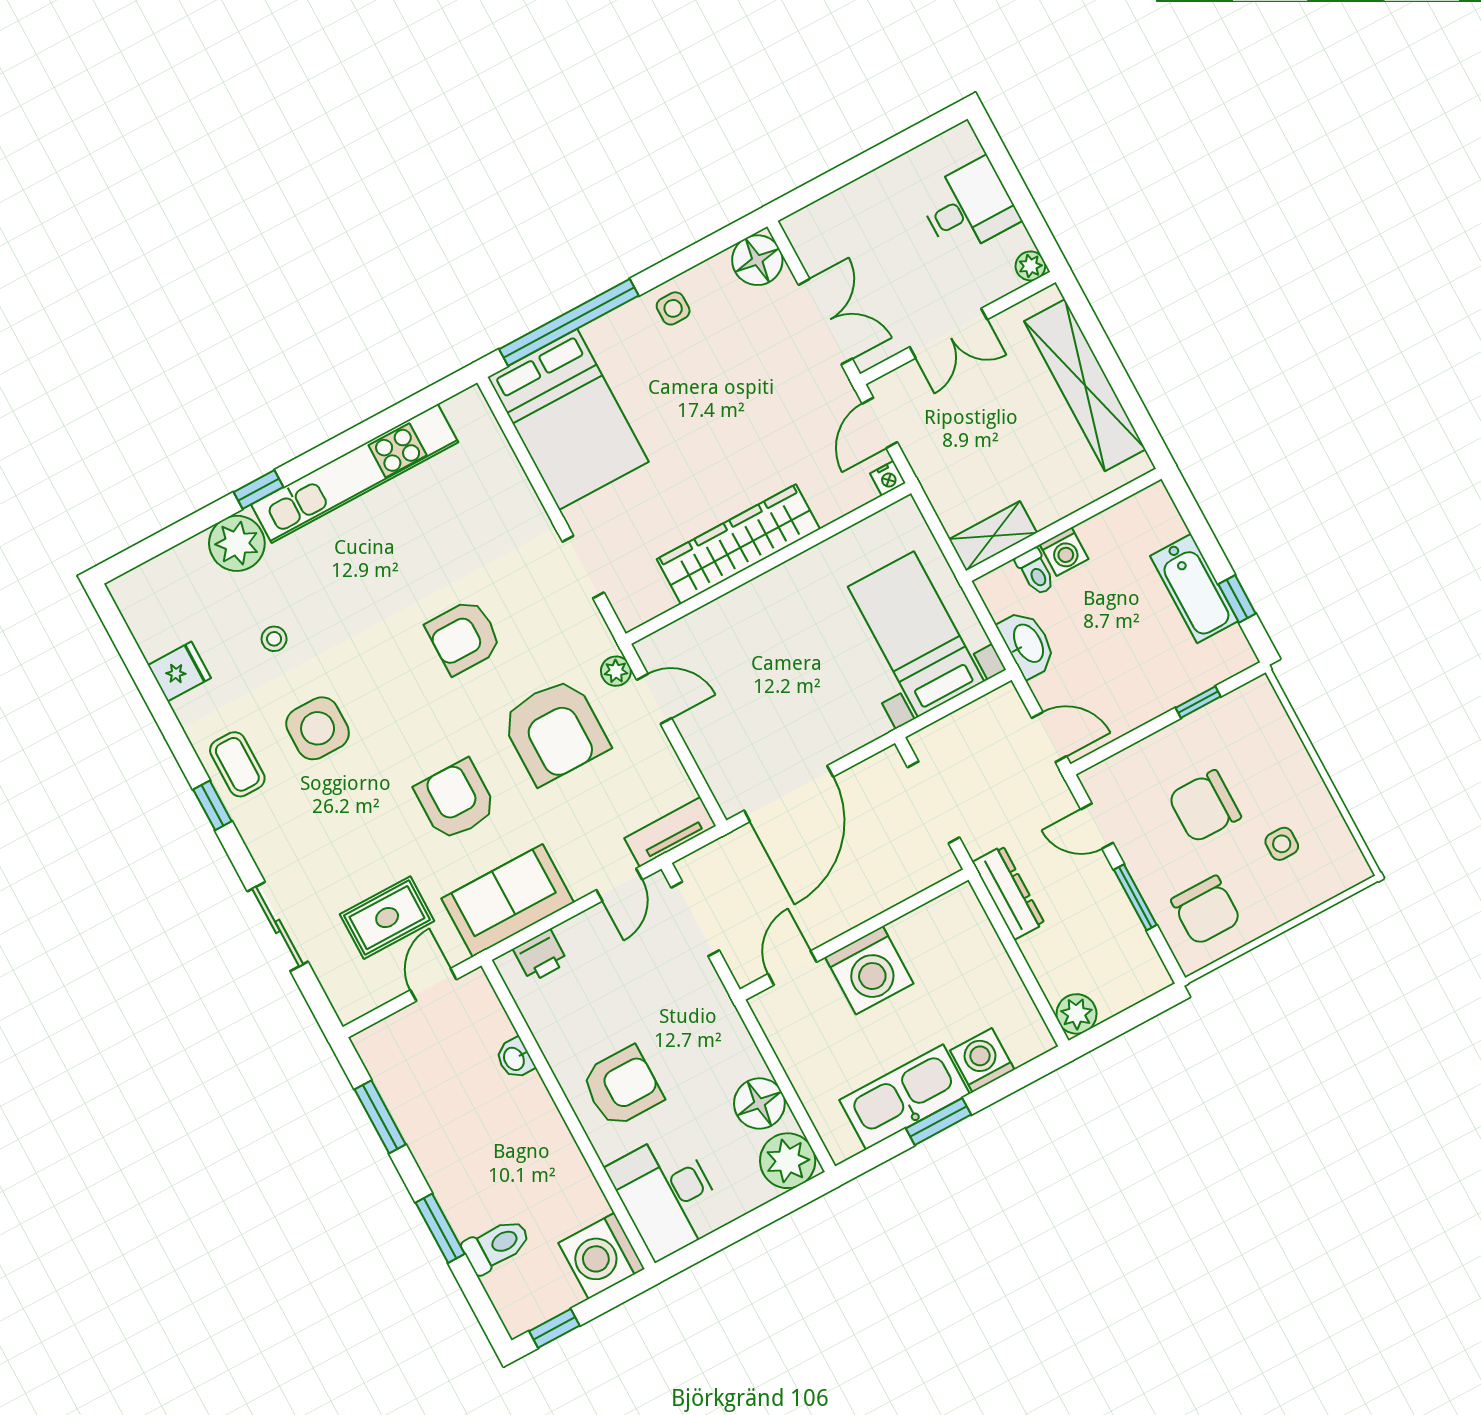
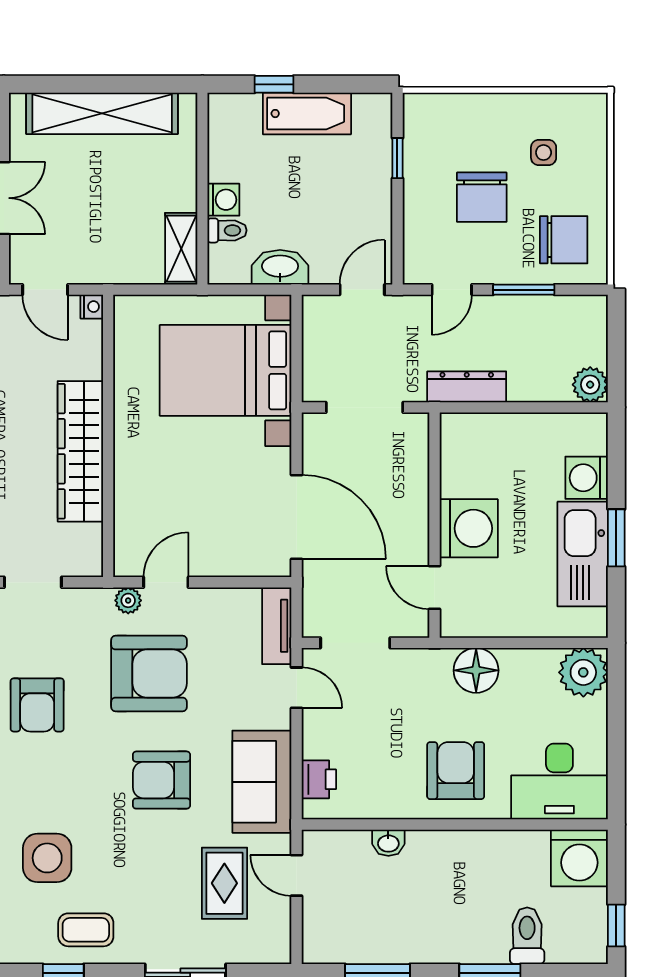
window: (1237, 599) -> (274, 84), moved
bed with nightstands: (916, 634) -> (226, 370), width x1.36
coffee table: (237, 764) -> (86, 930), moved
floor lamp: (759, 1103) -> (476, 670), moved

